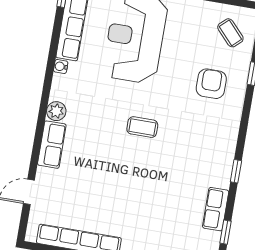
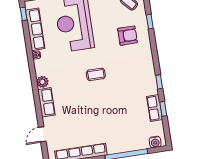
armchair: (211, 84) -> (128, 36), turned 90
window: (226, 232) -> (163, 109), moved

